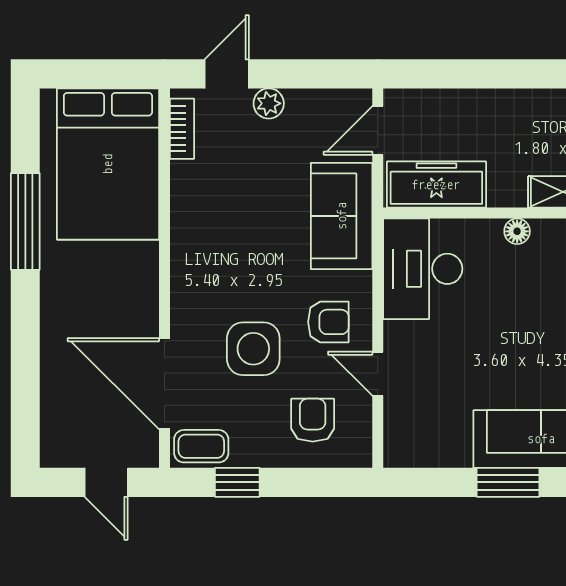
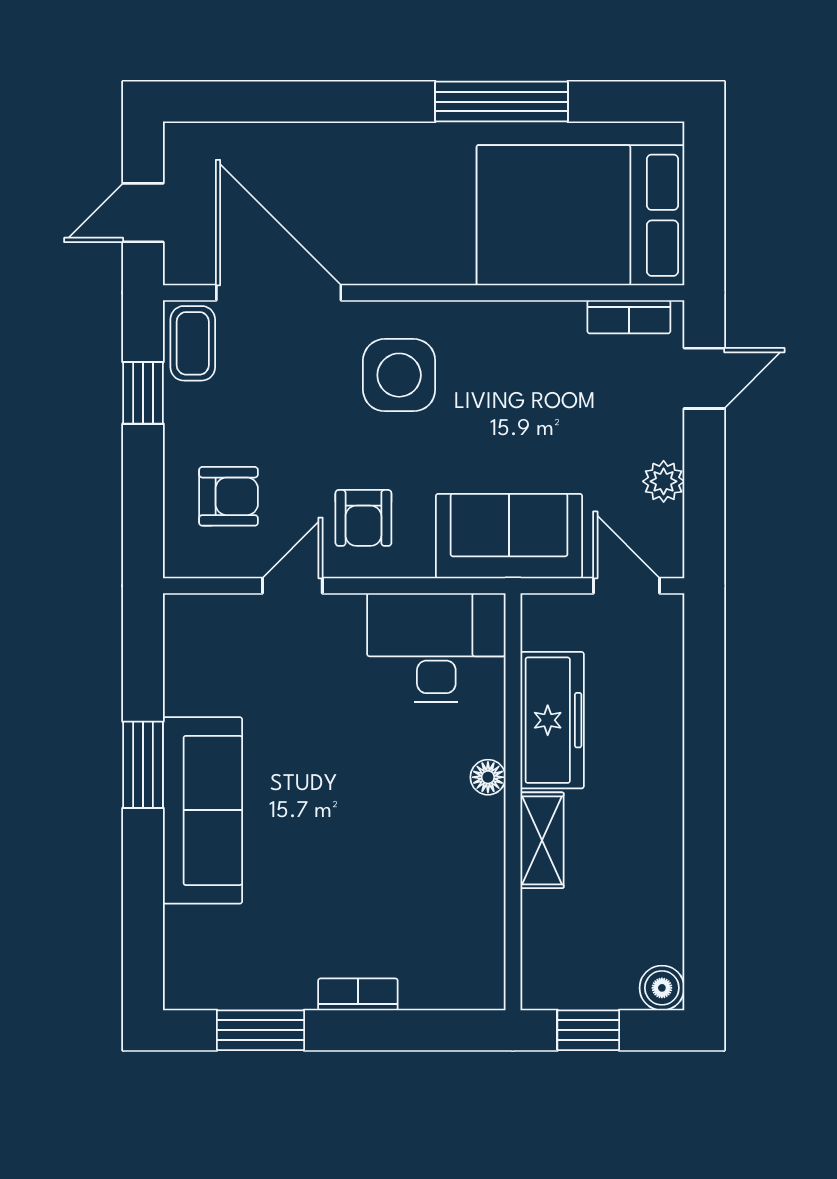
door: (227, 74) -> (704, 378), hinge flipped
plant: (269, 103) -> (664, 481), moved
freezer: (436, 185) -> (552, 720), moved
side table: (253, 349) -> (399, 375), moved
door: (164, 384) -> (279, 293), hinge flipped

